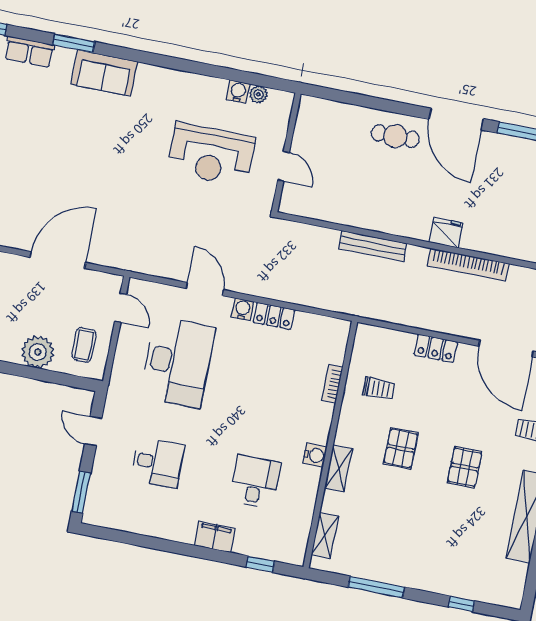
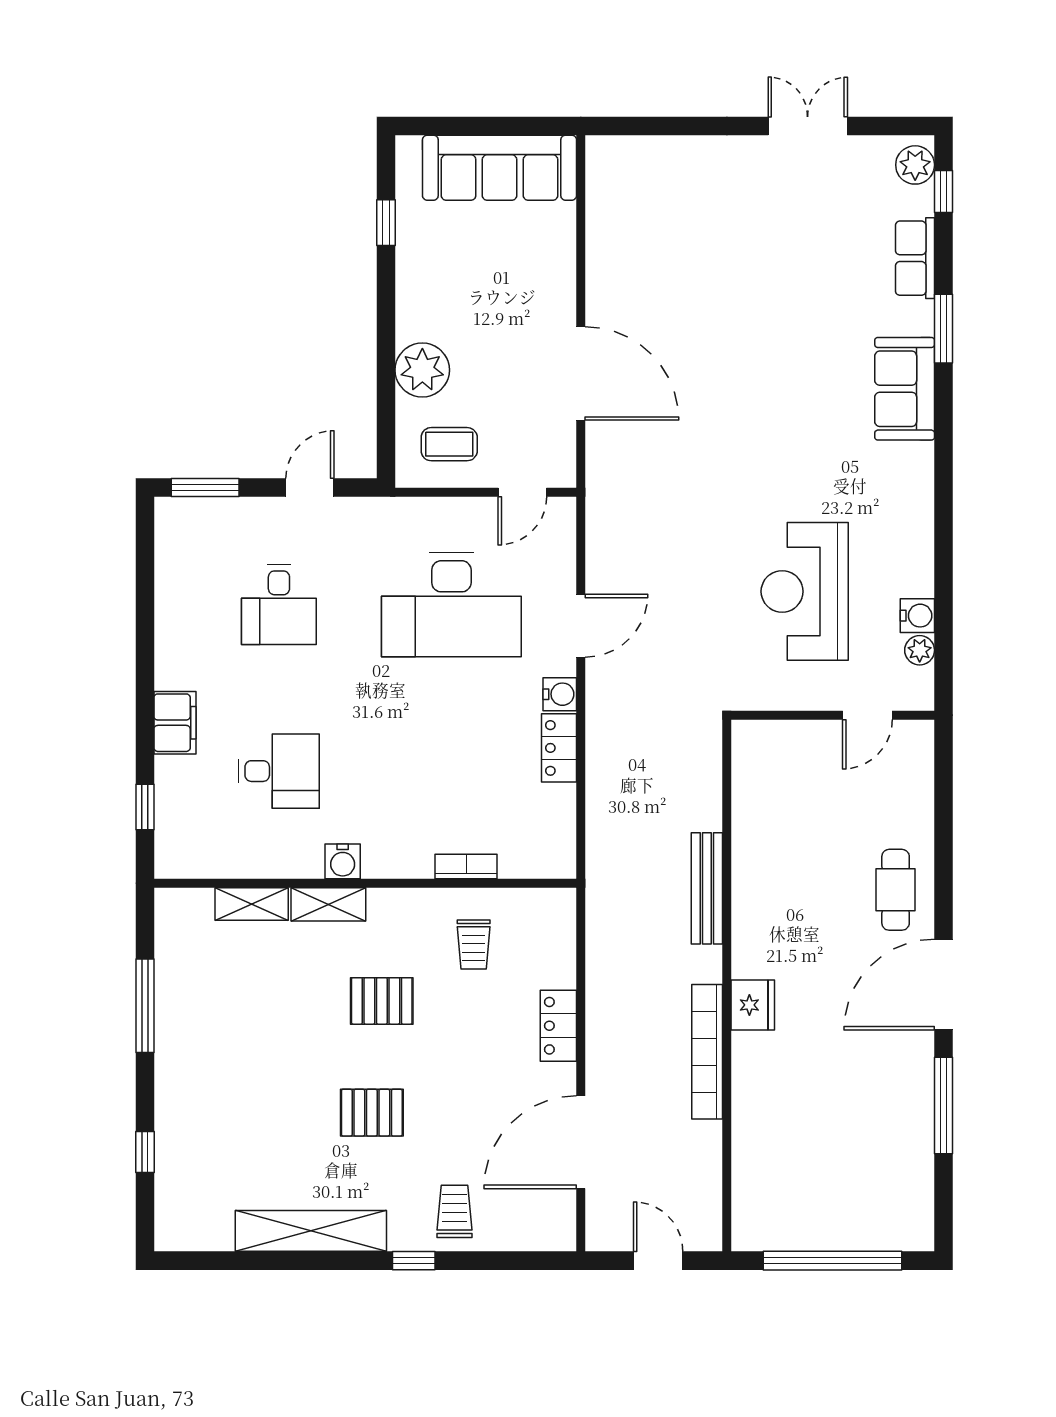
door: (284, 166) -> (867, 715), moved
shelving: (325, 535) -> (252, 904), moved

